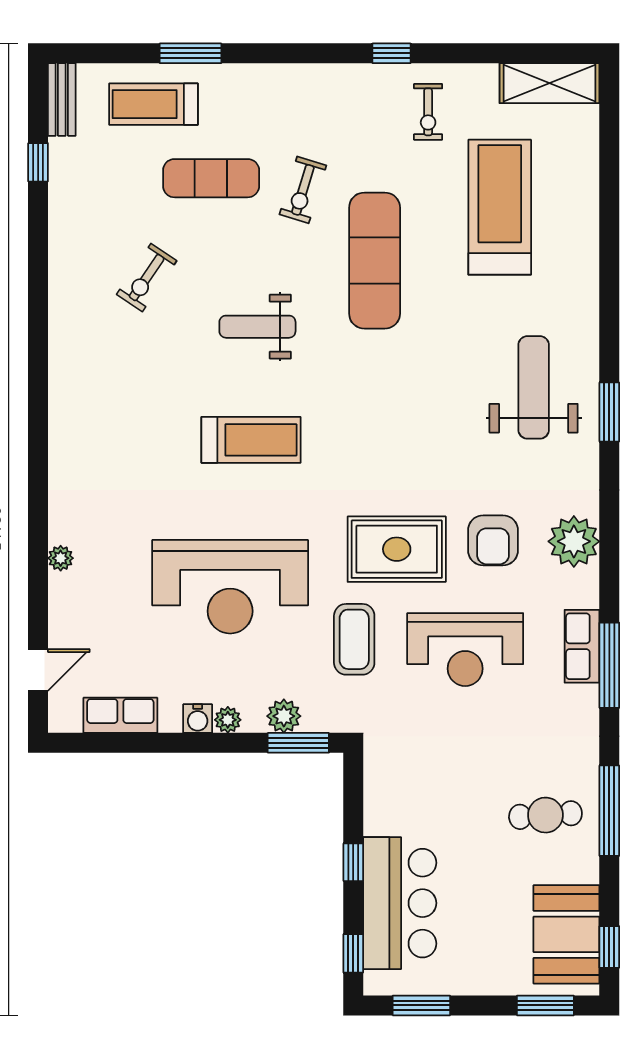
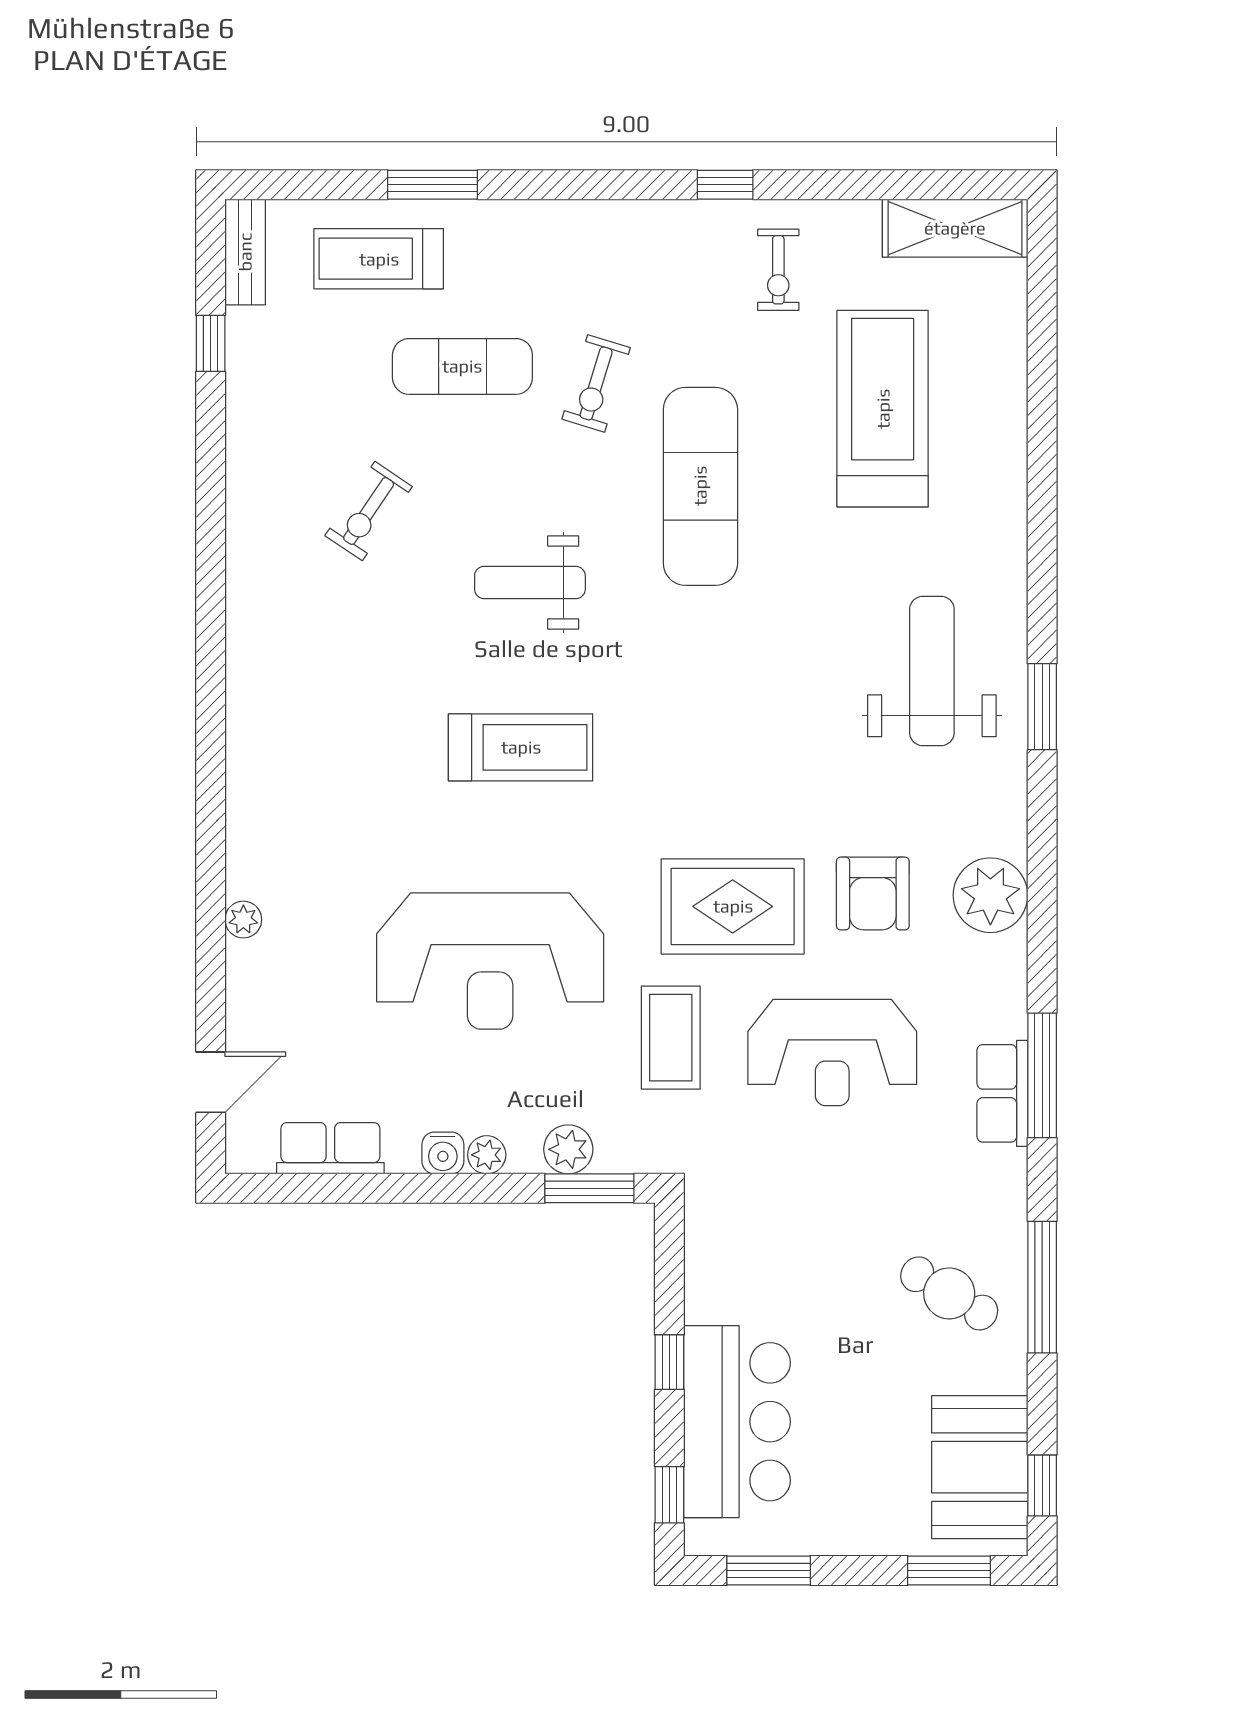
row of seats: (582, 646) -> (1002, 1093), moved
cafe table: (545, 815) -> (949, 1293), turned 35

